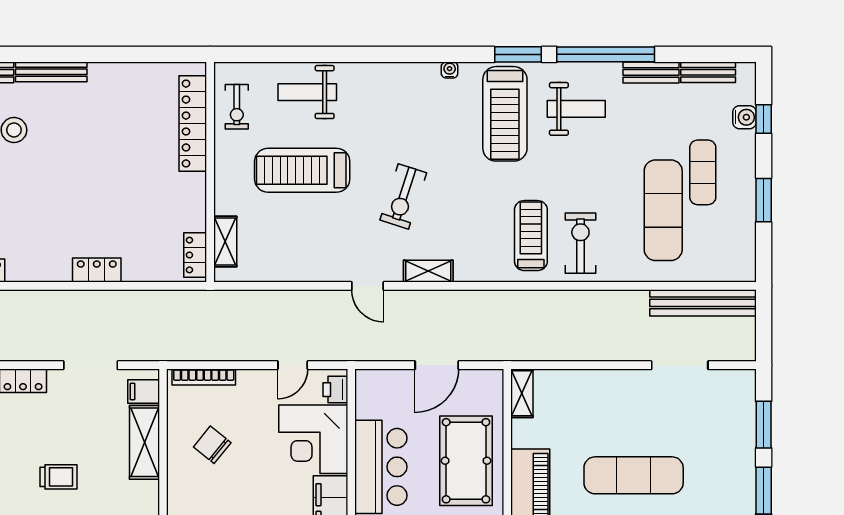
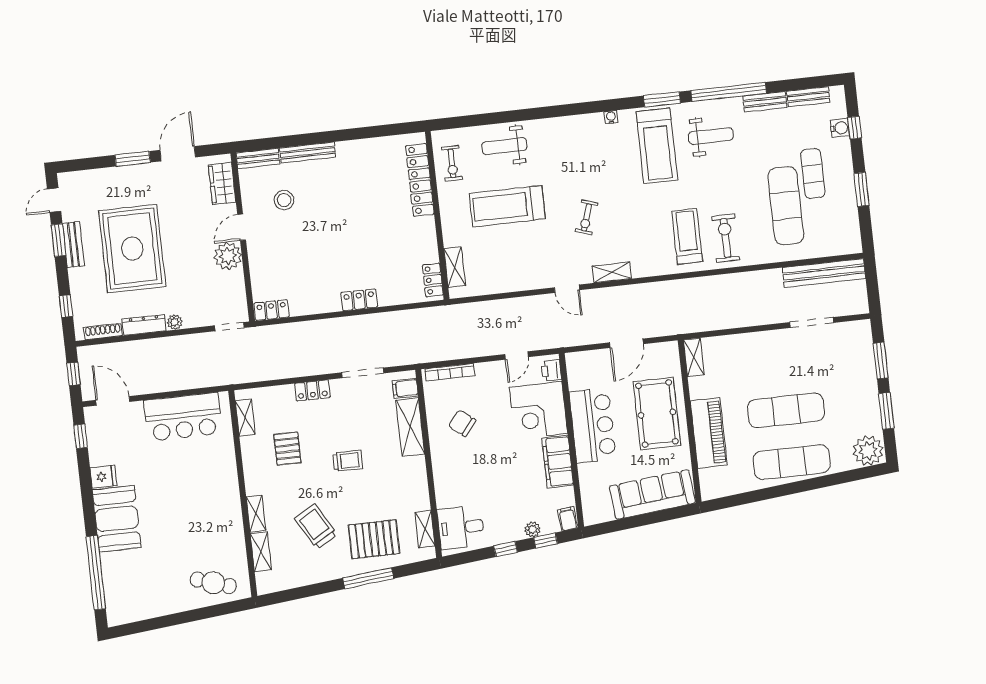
exercise bike: (403, 196) -> (587, 217), width x0.73, depth x0.72

